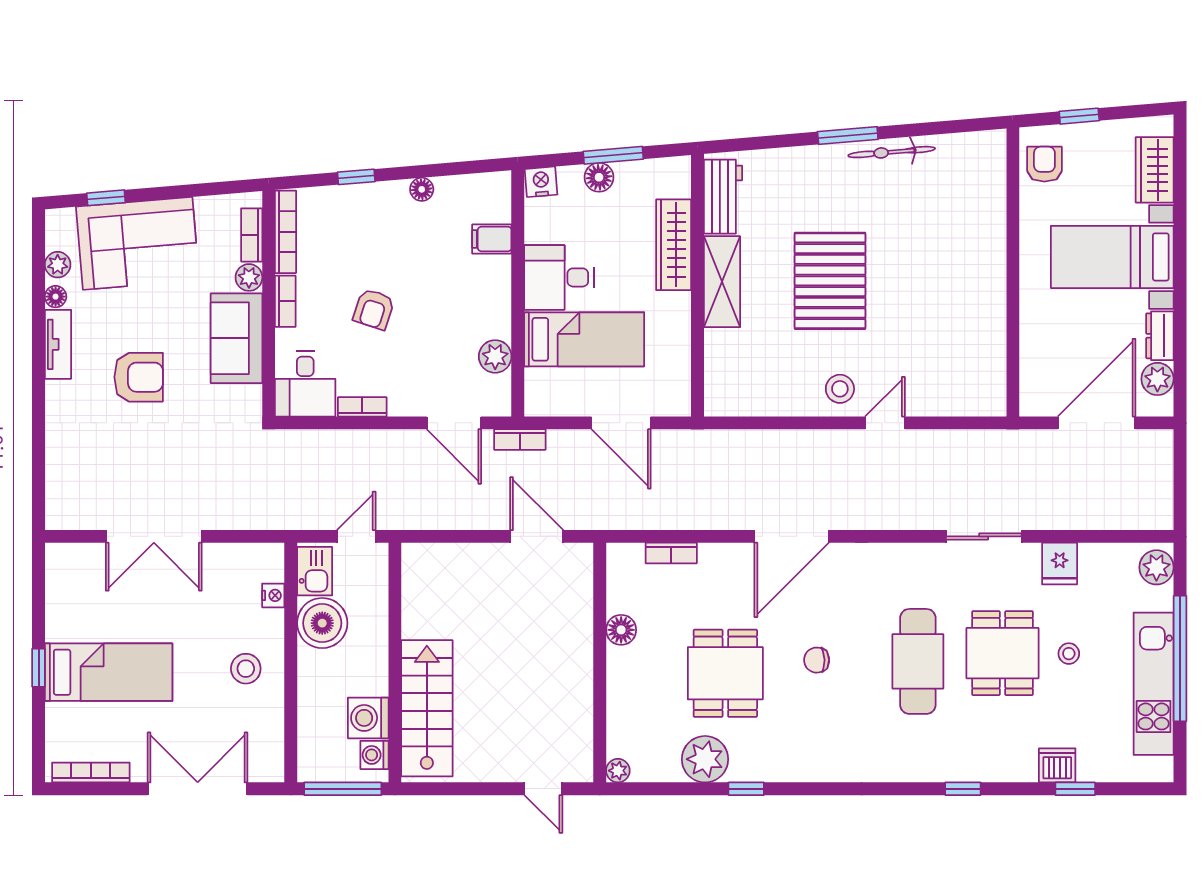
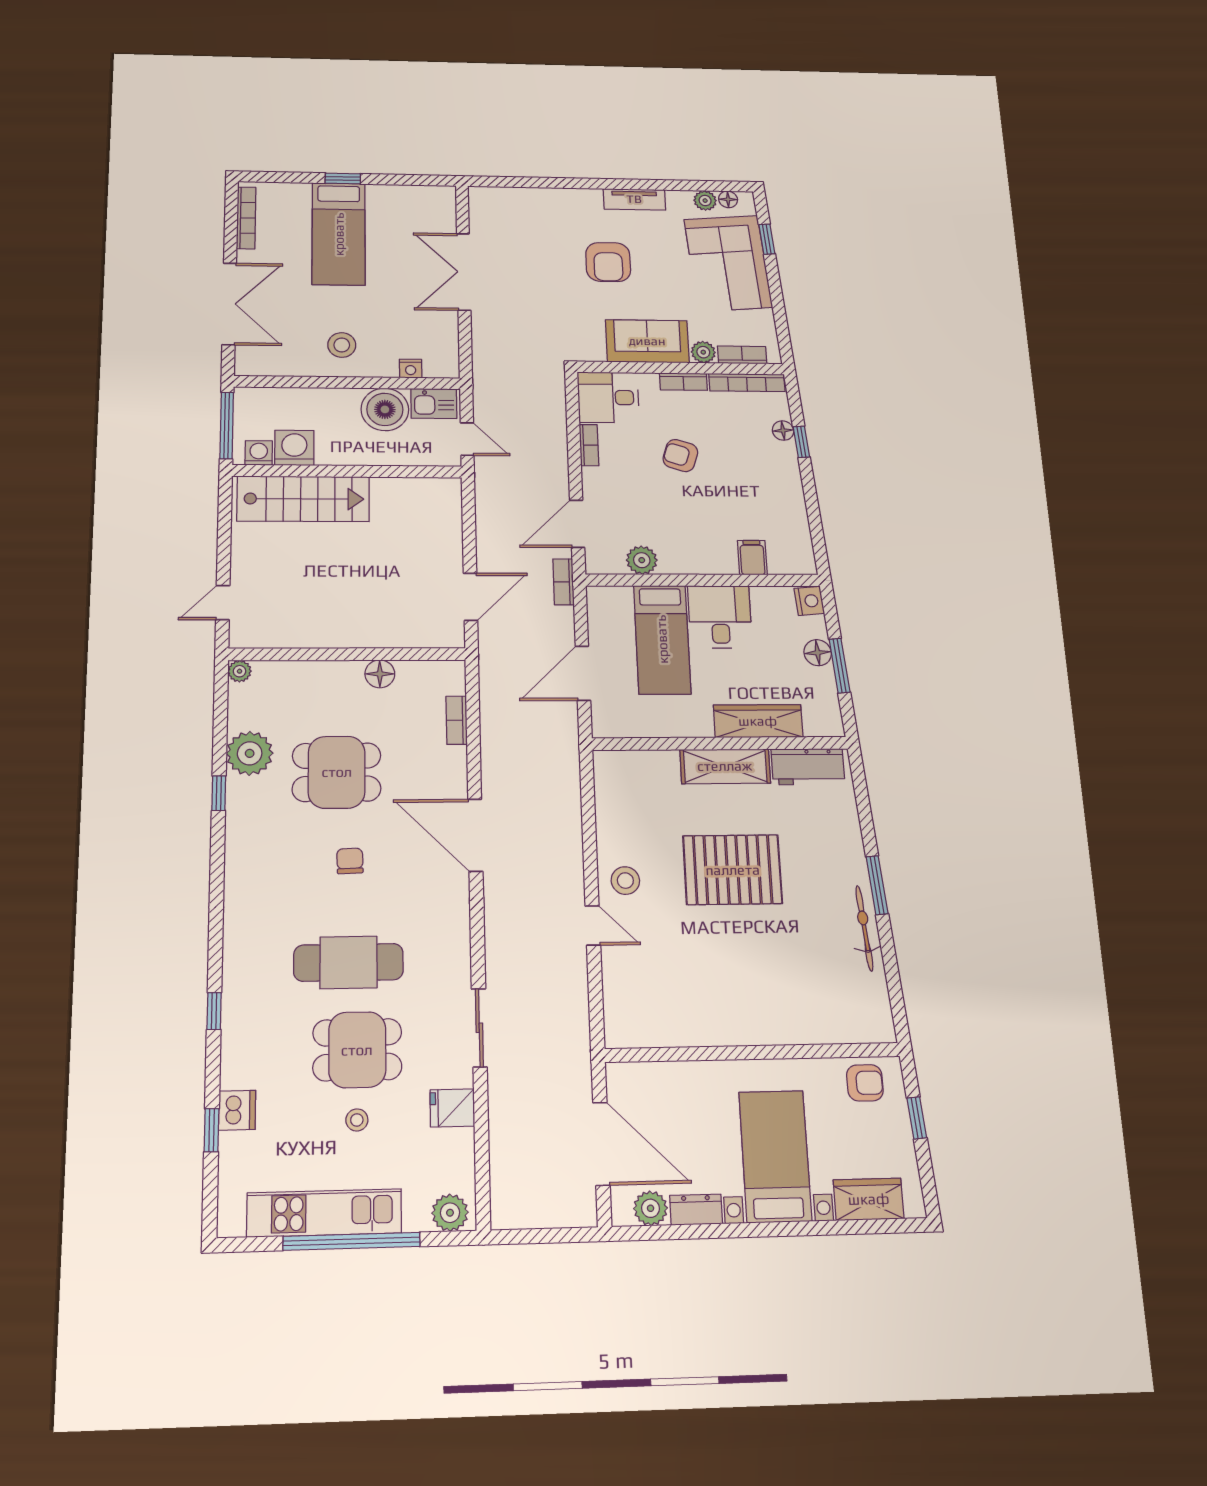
floor lamp: (422, 189) -> (783, 431), moved
floor lamp: (56, 297) -> (728, 199), moved

